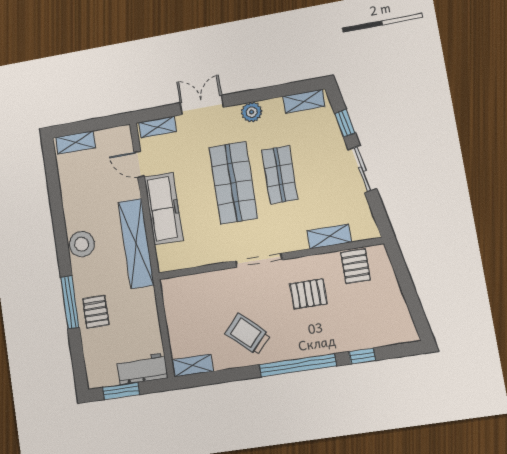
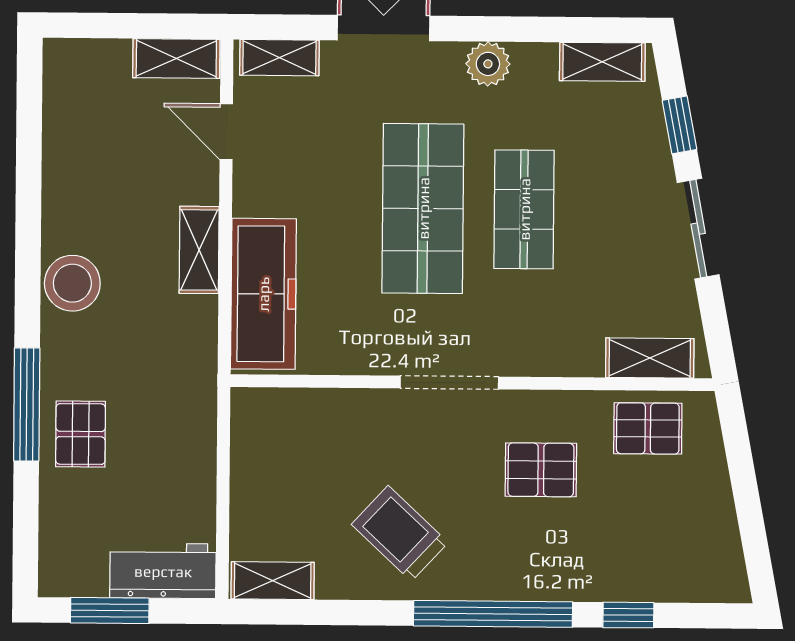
shelving: (75, 142) -> (176, 58), moved
freezer: (164, 209) -> (263, 294), moved
shelving: (329, 236) -> (650, 358), moved
shelving: (136, 243) -> (199, 250), width x0.45, depth x0.75
pallet: (356, 266) -> (648, 428), turned 90

